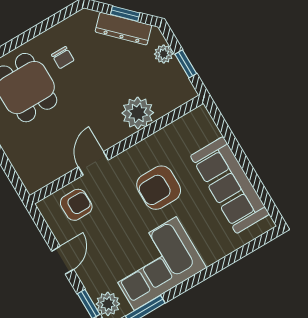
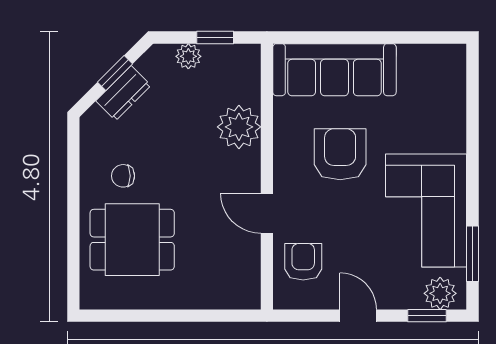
dresser: (123, 29) -> (123, 93), width x0.70
chair: (63, 58) -> (123, 176), turned 180
sofa: (230, 185) -> (334, 70), moved
armchair: (159, 188) -> (340, 154), turned 180

